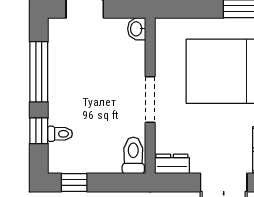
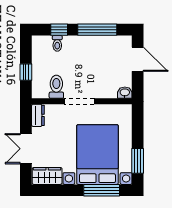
toilet: (133, 155) -> (56, 87), moved, turned -90
window: (74, 183) -> (26, 72), moved

